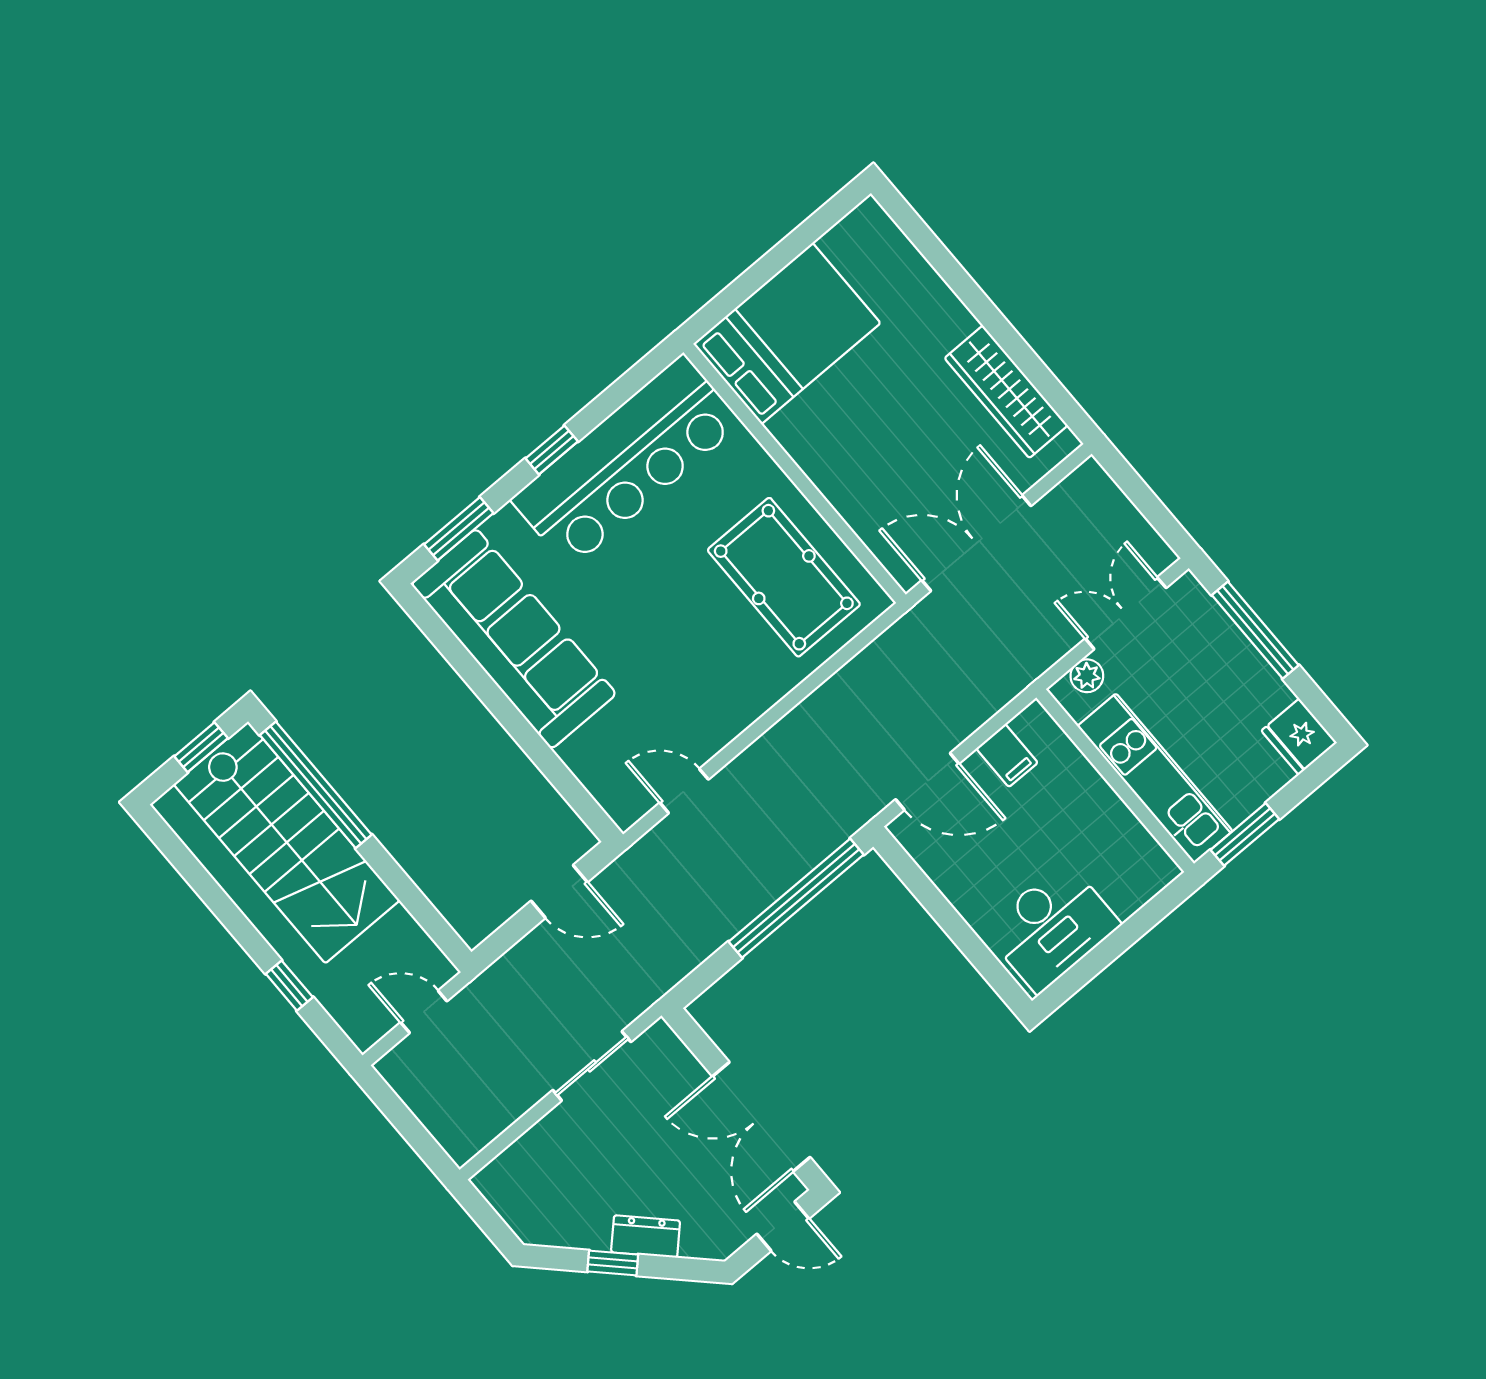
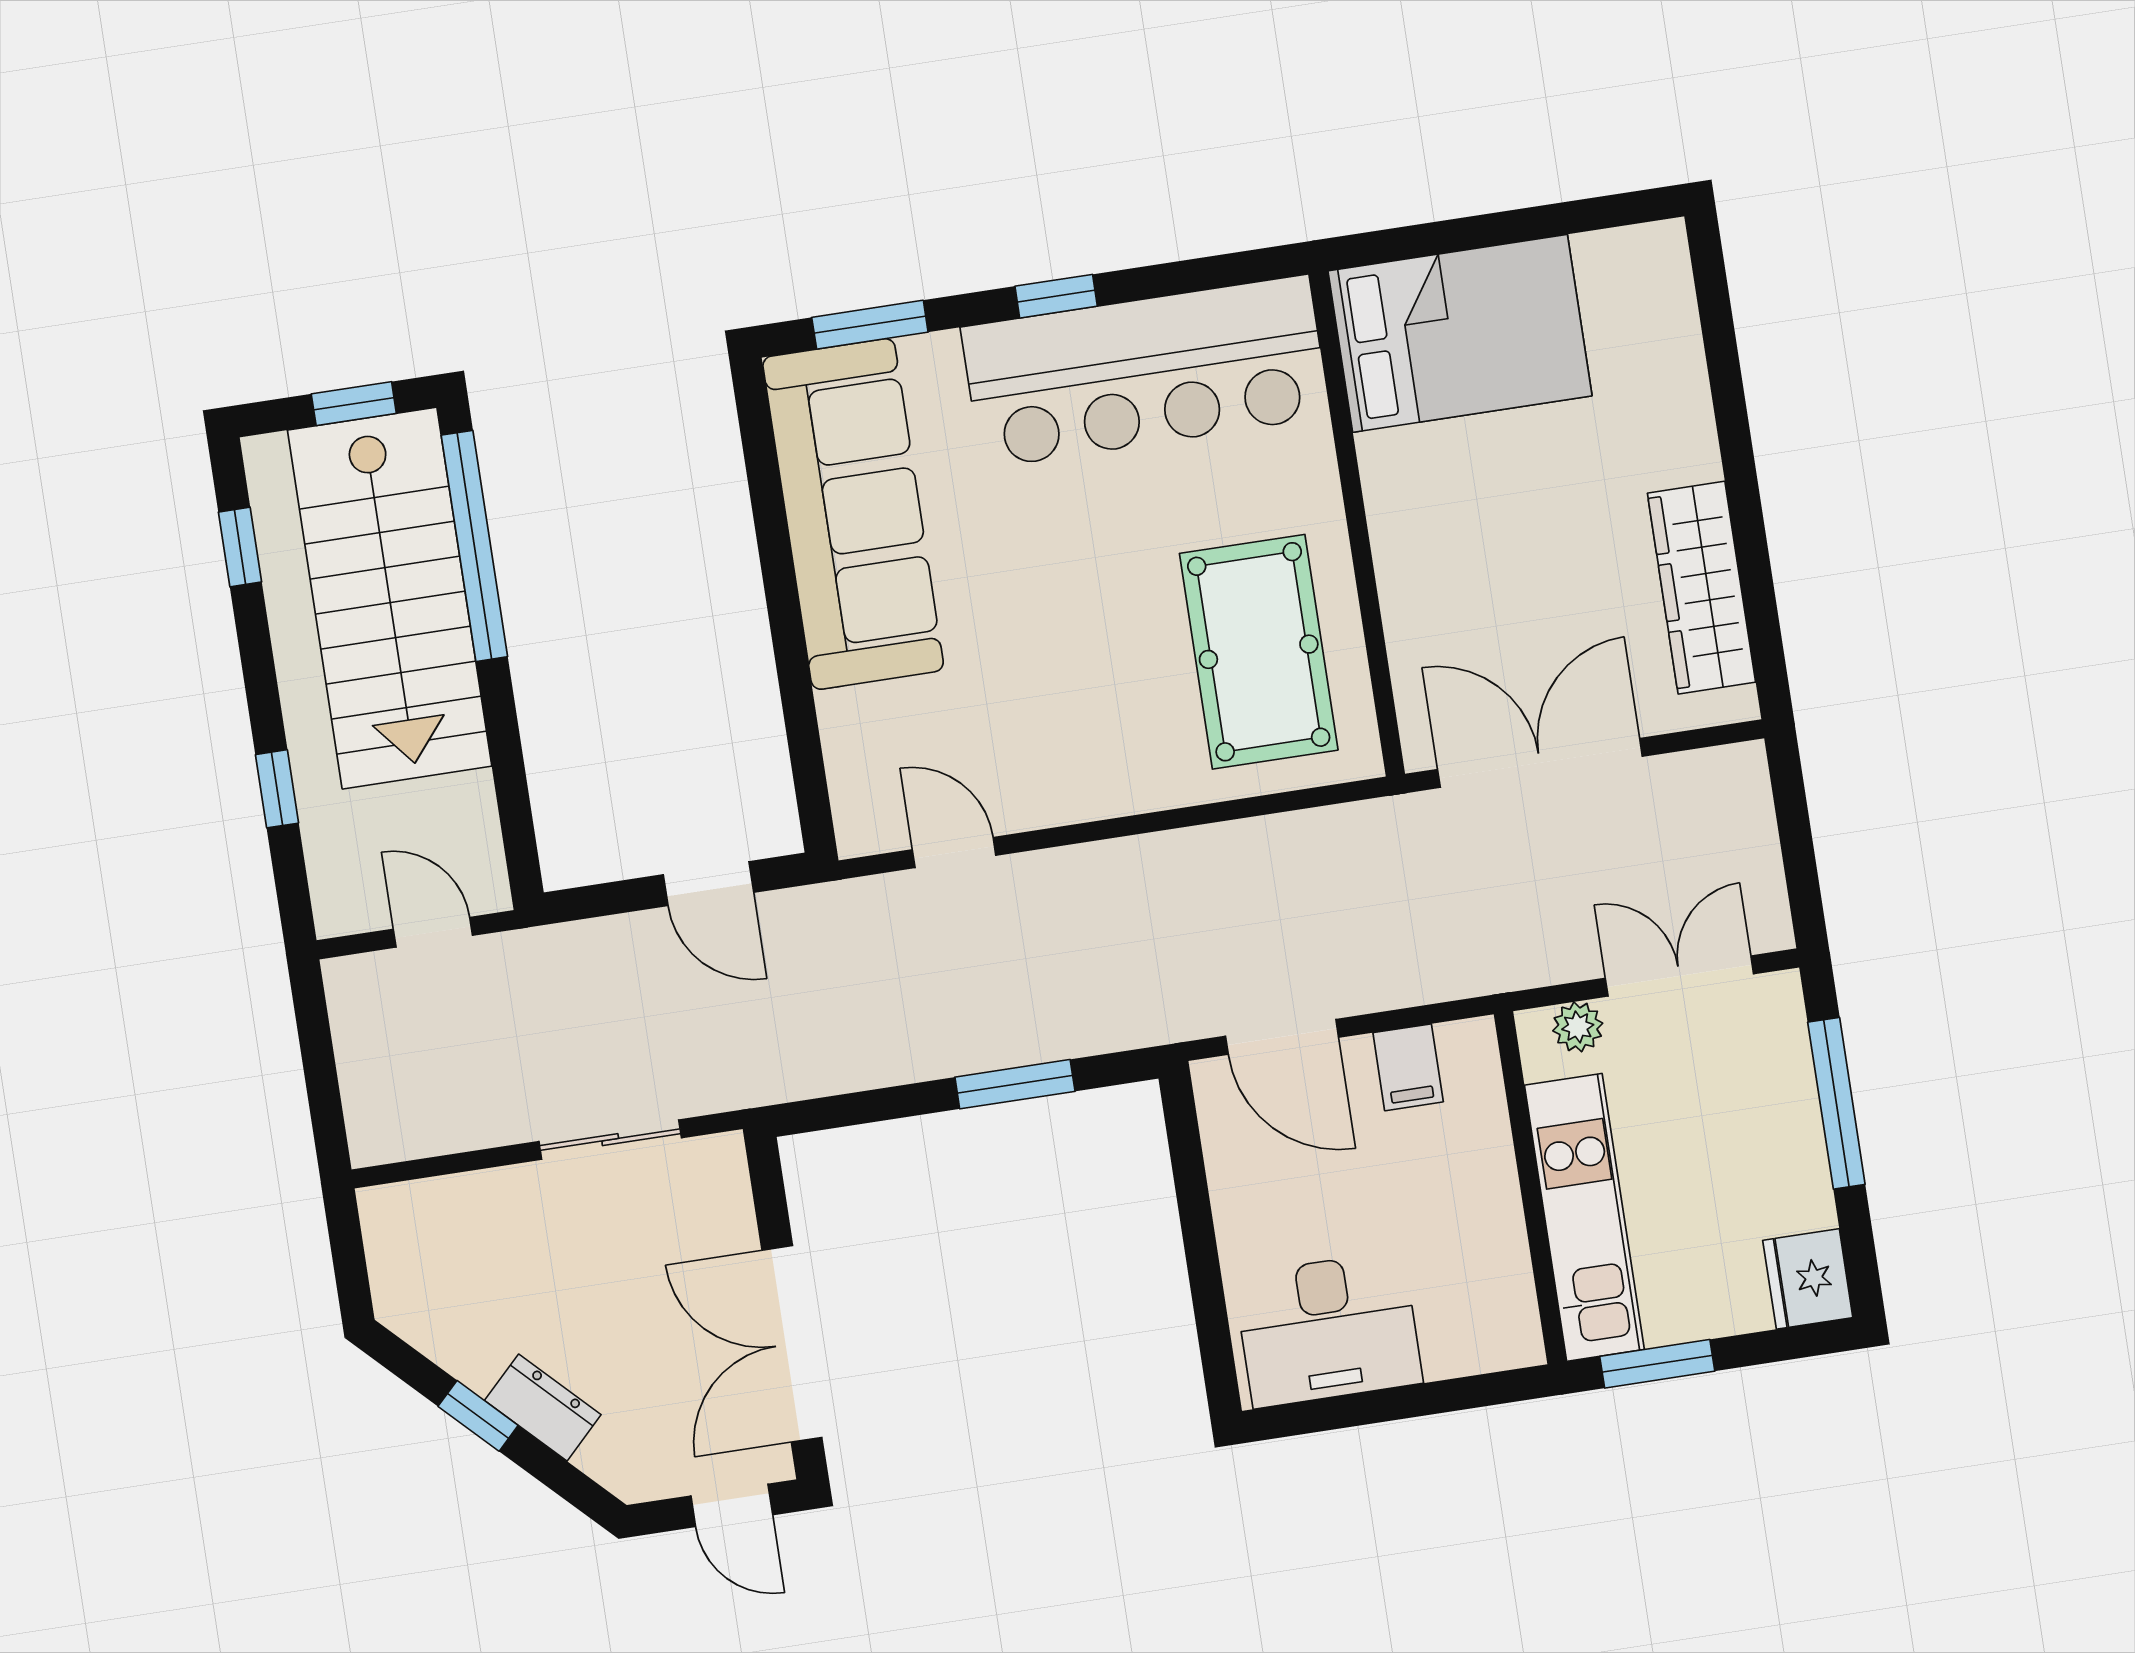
window: (187, 865) -> (240, 547), added
window: (796, 898) -> (1015, 1084), width x0.47

